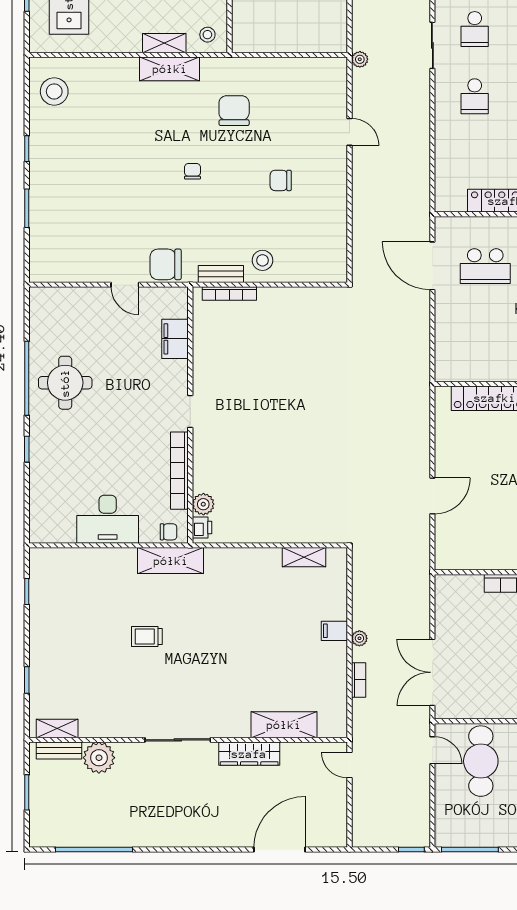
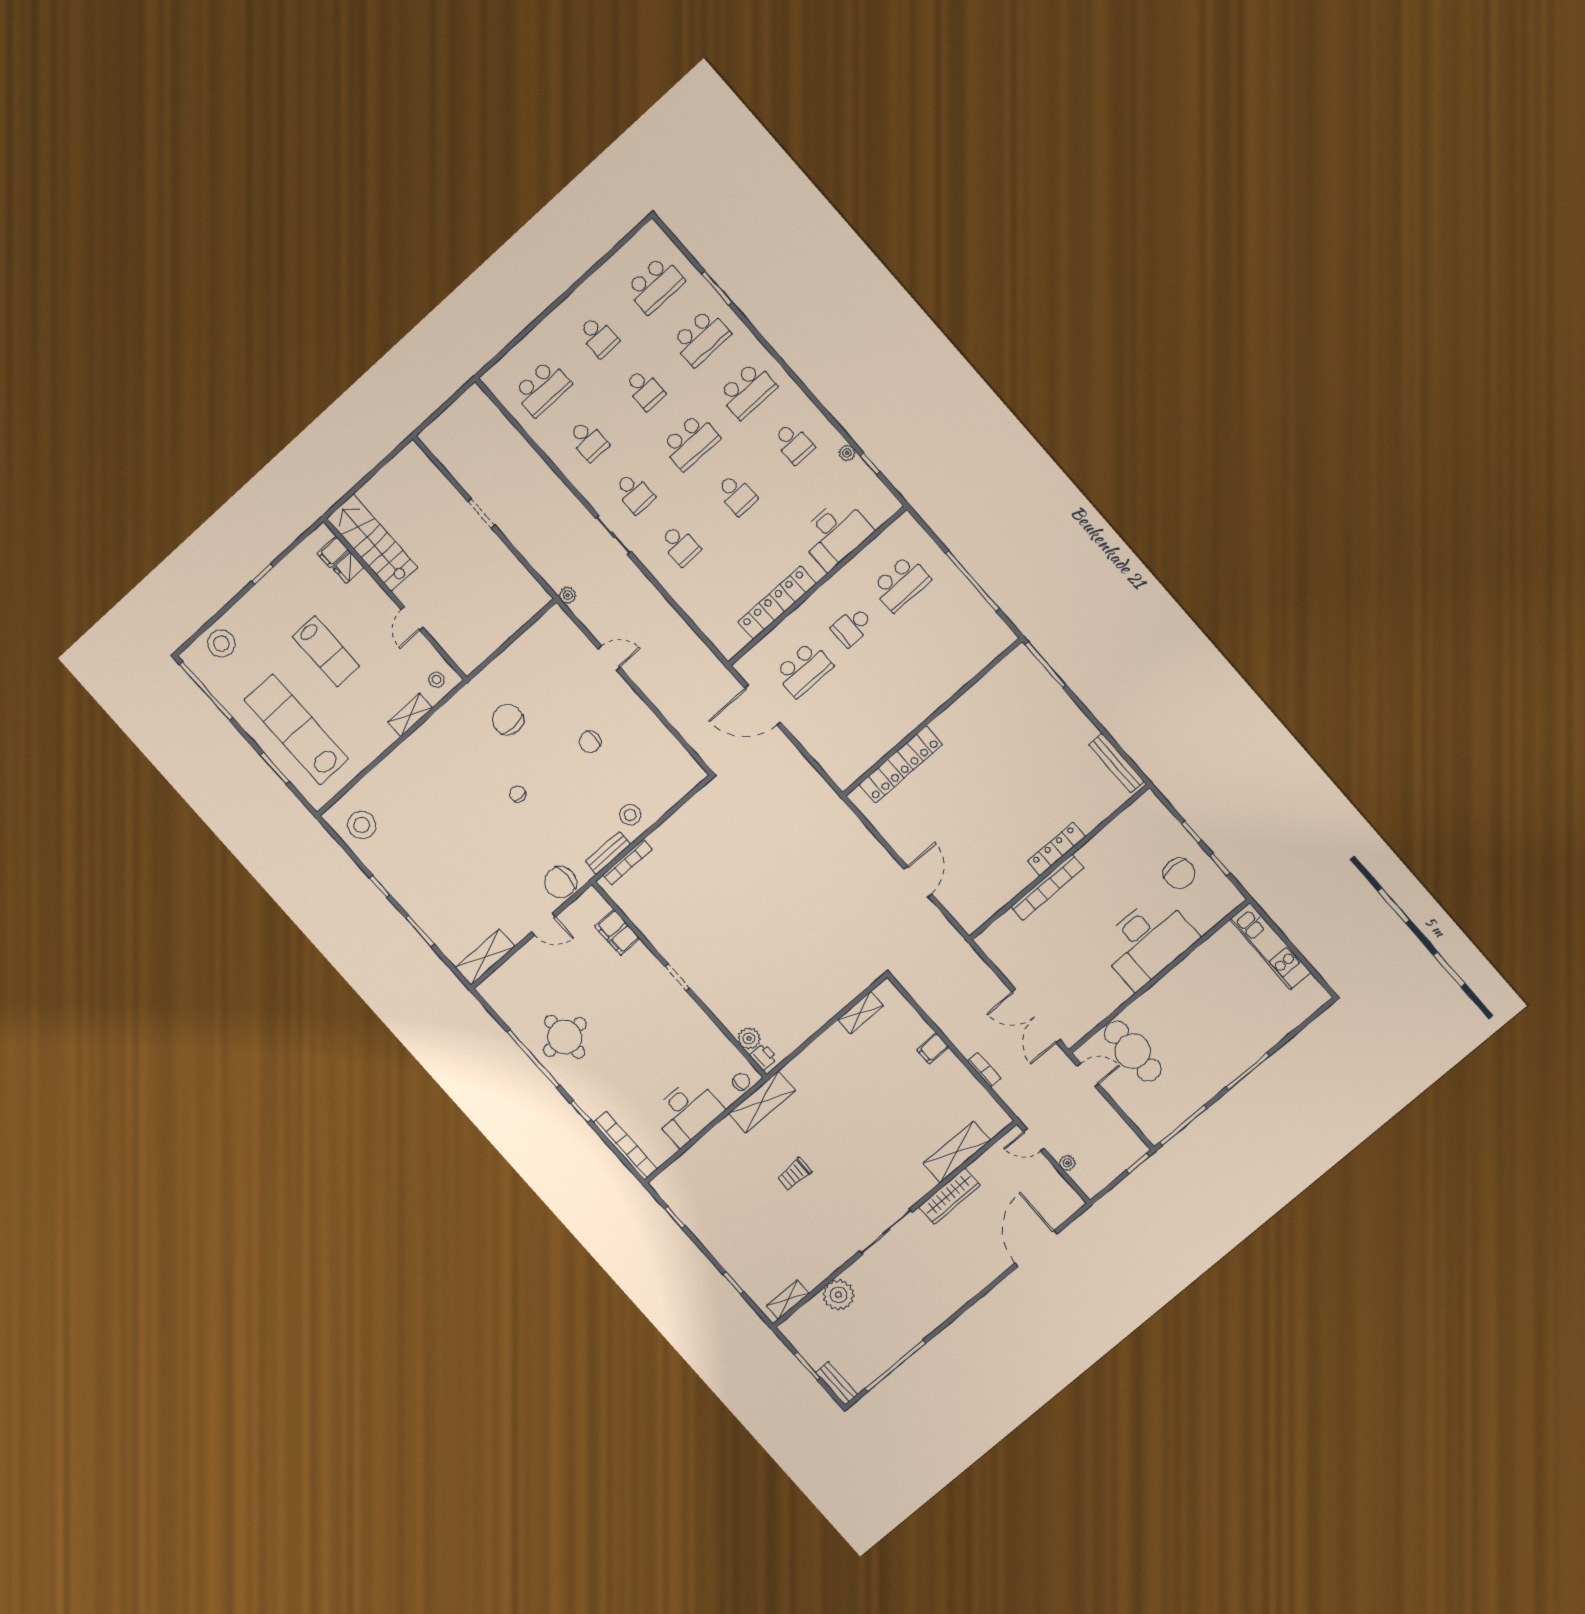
shelving: (170, 69) -> (485, 957), moved
bookcase: (179, 471) -> (625, 1146), moved, turned 180
plant: (359, 638) -> (1067, 1163), moved
bench: (59, 751) -> (837, 1383), moved, turned 90

